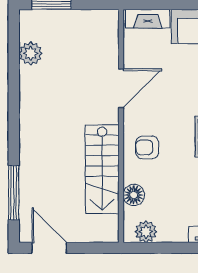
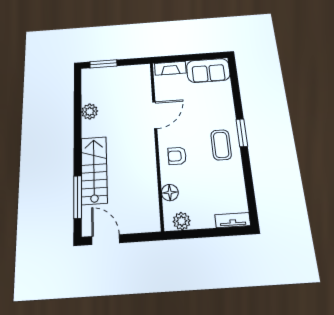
plant: (31, 53) -> (90, 112), moved
stairs: (102, 169) -> (94, 170), moved, turned 180

